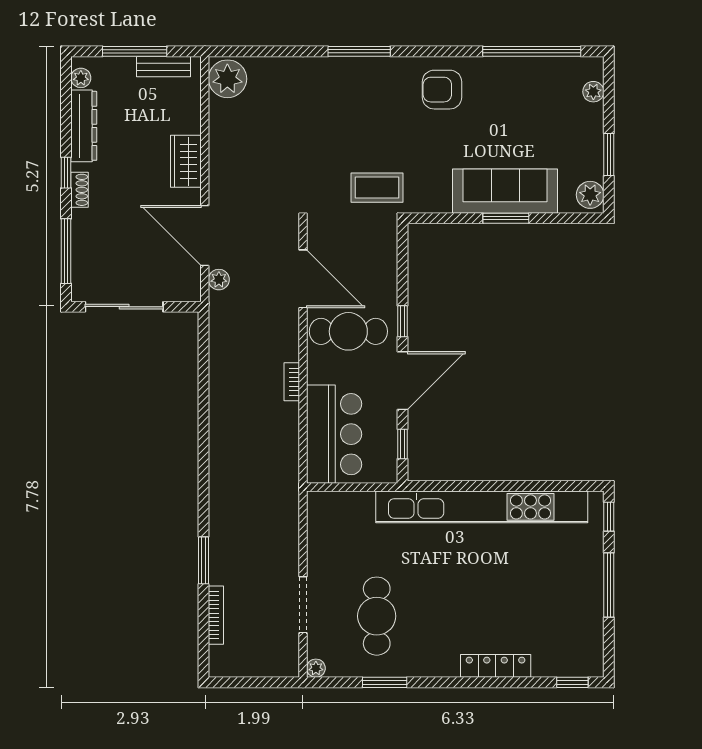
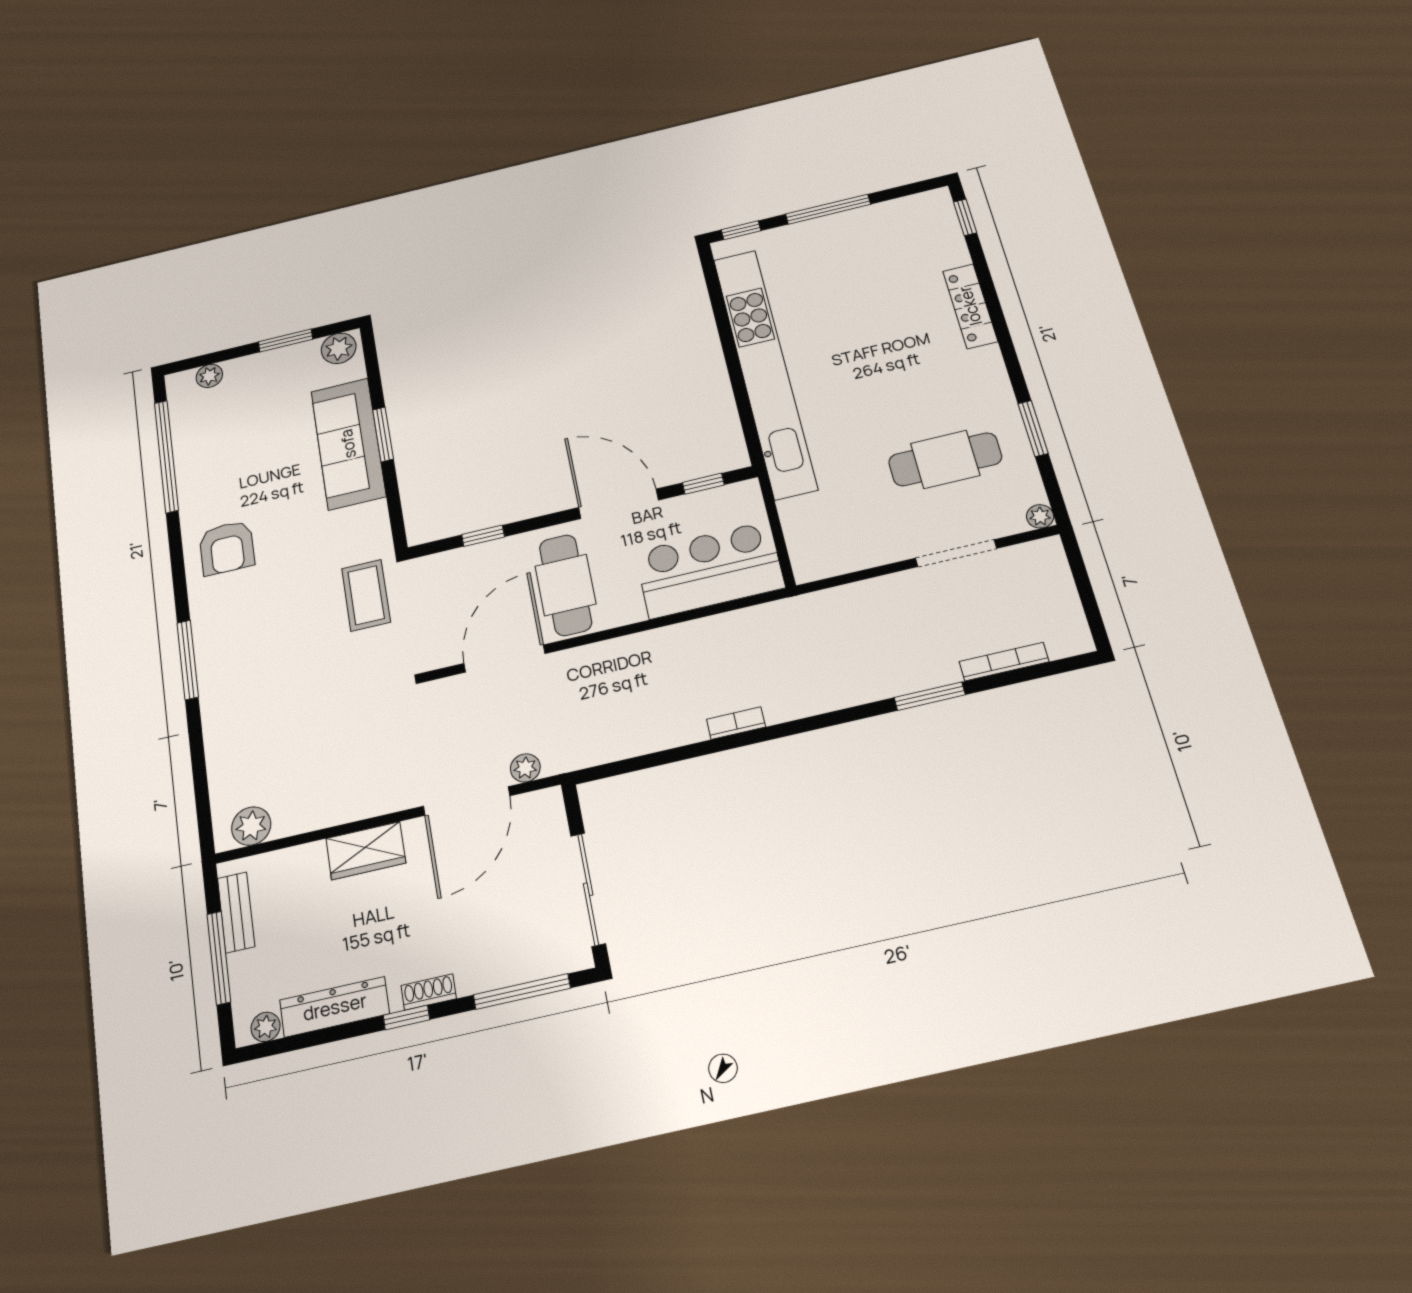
plant: (227, 79) -> (251, 826), width x0.73, depth x0.73
window: (402, 321) -> (483, 536), moved
bookcase: (292, 382) -> (736, 723), moved, turned 180

